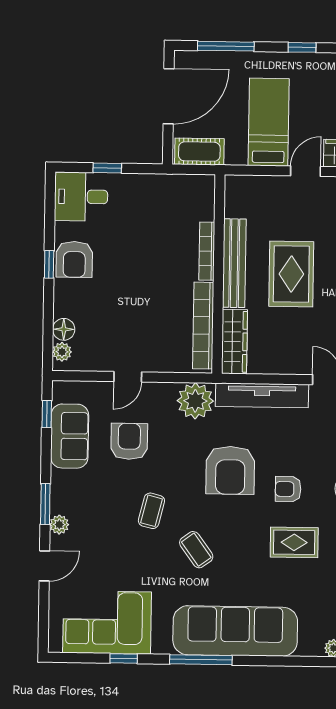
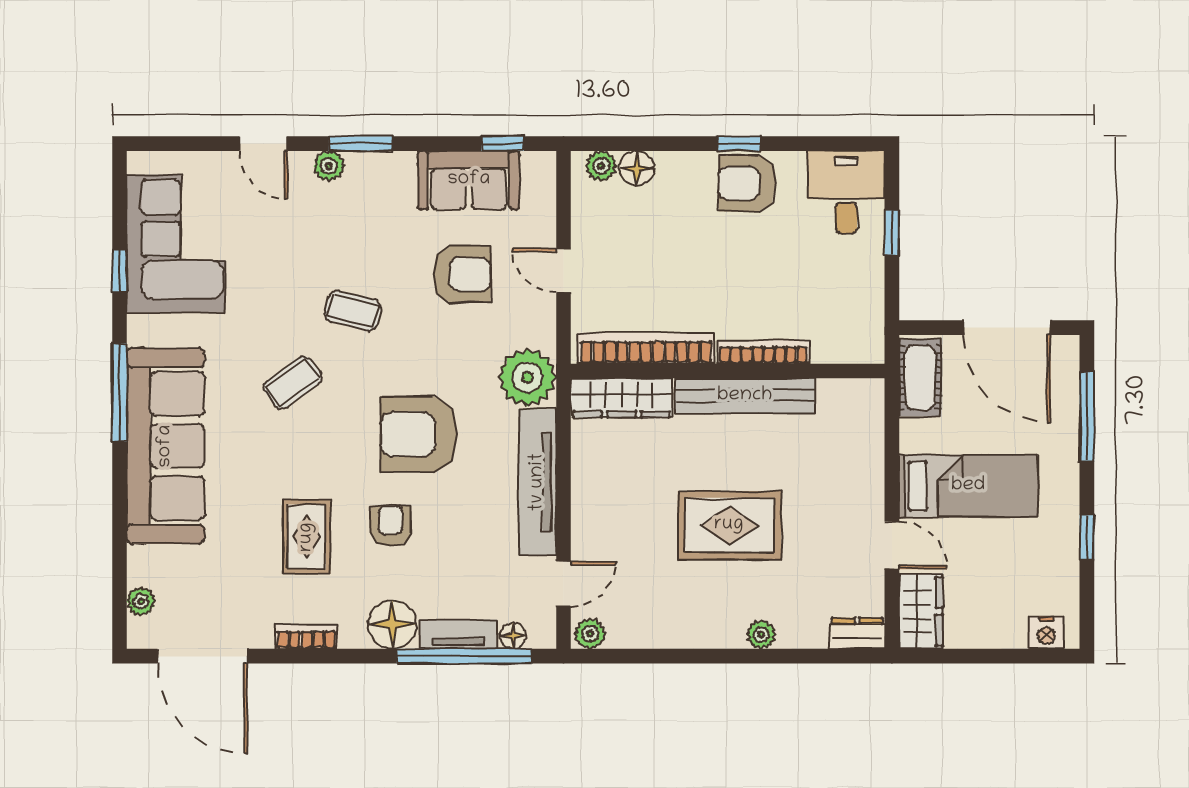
bookcase: (207, 251) -> (763, 352), moved
bench: (234, 263) -> (745, 396), moved
wall: (218, 274) -> (728, 371), moved
bookcase: (203, 326) -> (646, 348), moved
wardrobe: (234, 342) -> (622, 398), moved

